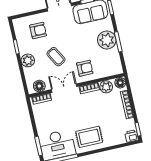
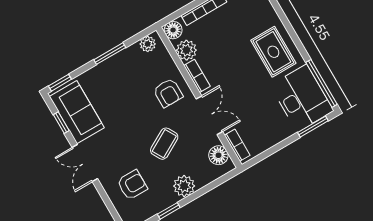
armchair: (38, 30) -> (132, 185), turned 90
plant: (107, 40) -> (148, 44), moved, width x0.53, depth x0.53
armchair: (85, 68) -> (168, 93), turned 180
double door: (64, 88) -> (209, 115), swing flipped

